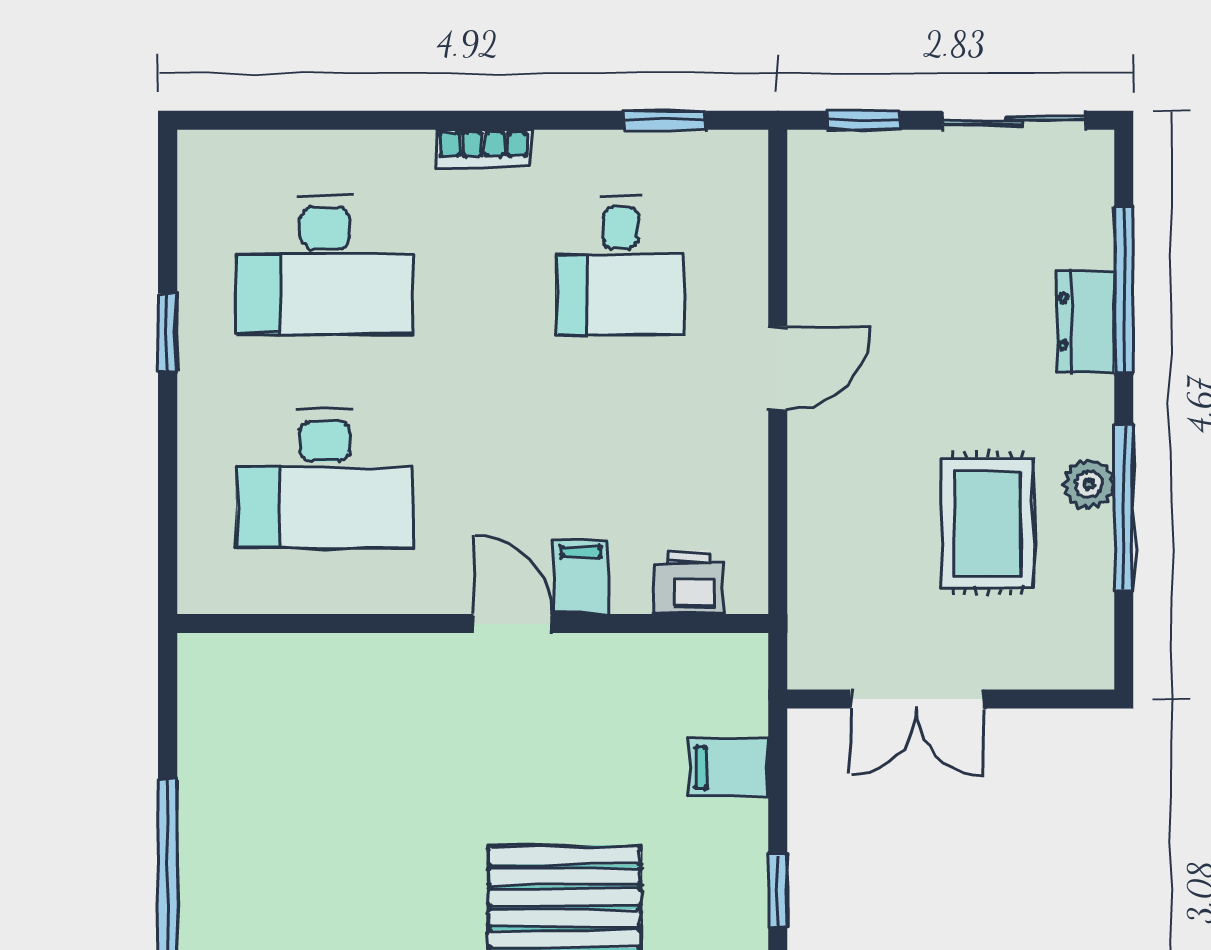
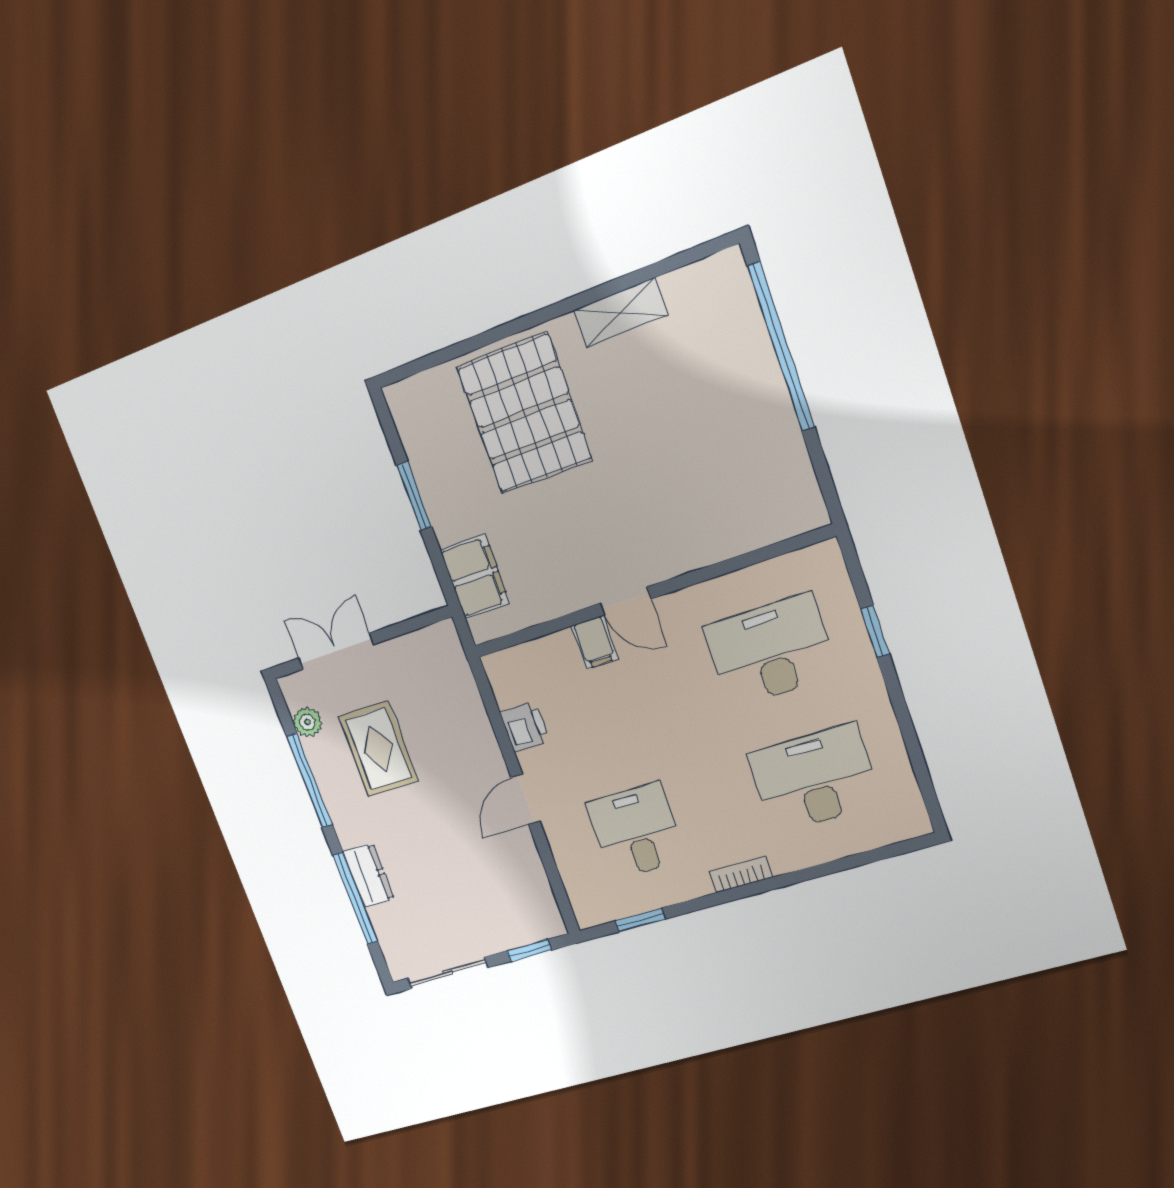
window: (168, 333) -> (875, 631), moved
plant: (1089, 484) -> (307, 722), moved
printer: (688, 582) -> (525, 727), moved, turned -90
double door: (917, 699) -> (336, 651), moved
filing cabinet: (729, 768) -> (475, 577), width x2.00
window: (778, 891) -> (414, 496), width x1.50

